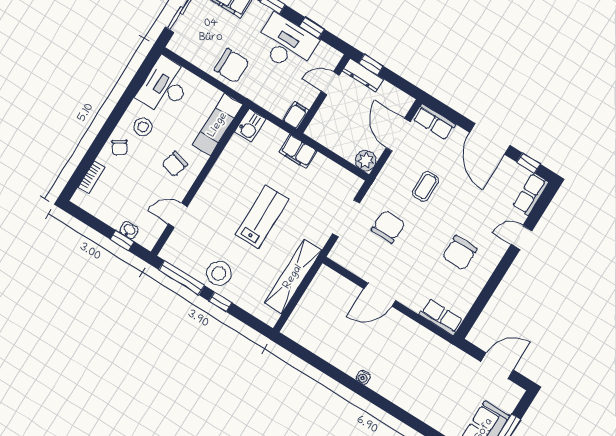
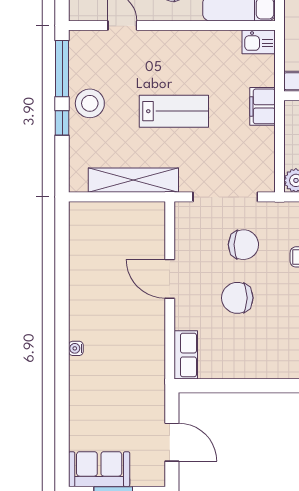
doorway: (346, 218) -> (225, 197), width x1.36
chair: (460, 253) -> (237, 298), moved
water cooler: (363, 377) -> (76, 348), moved

